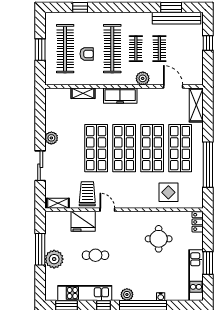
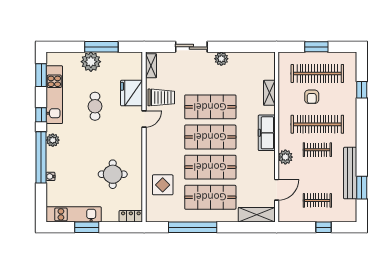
bench: (177, 18) -> (350, 173), moved
clothes rail: (159, 49) -> (317, 200), moved

